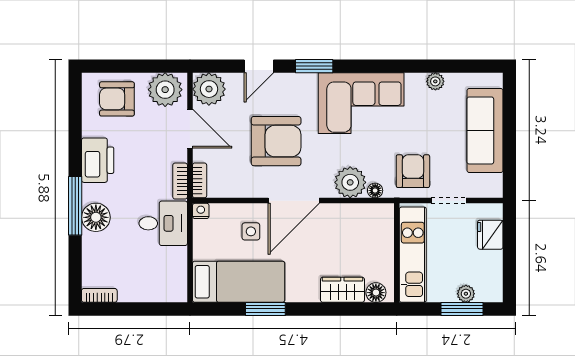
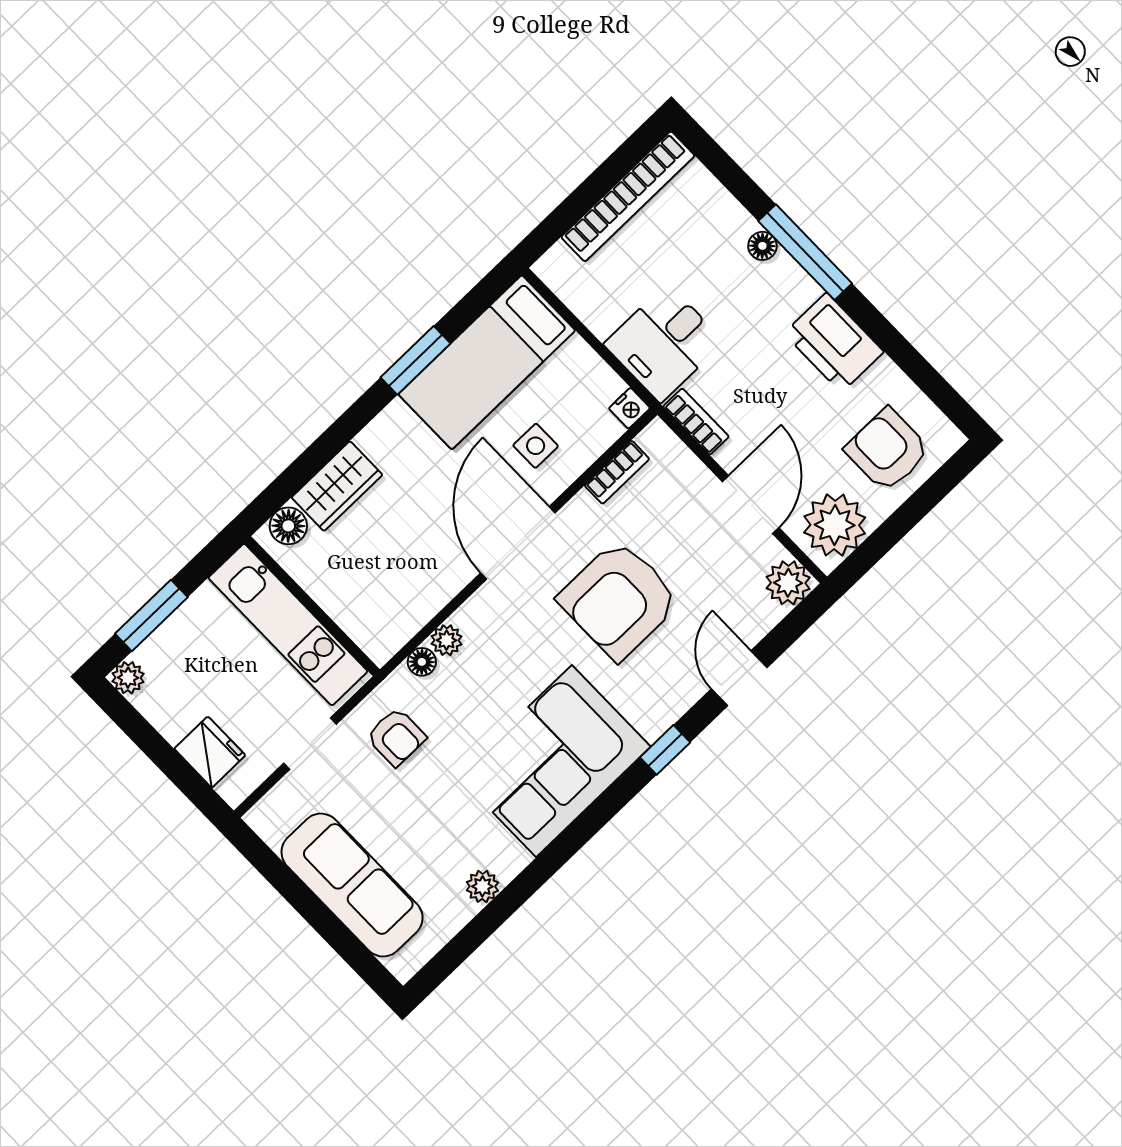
window: (314, 66) -> (665, 750), width x0.67
plant: (209, 89) -> (788, 583), width x0.73, depth x0.73
armchair: (117, 99) -> (887, 450), turned -90
door: (190, 129) -> (751, 505), swing flipped
armchair: (413, 171) -> (396, 737), width x0.72, depth x0.72
bookcase: (200, 180) -> (617, 472), moved, turned -90
plant: (350, 182) -> (447, 640), width x0.53, depth x0.53
floor lamp: (96, 217) -> (762, 246), width x0.53, depth x0.53
plant: (466, 294) -> (128, 678), moved
bookcase: (99, 295) -> (628, 196), width x2.31, depth x1.31

